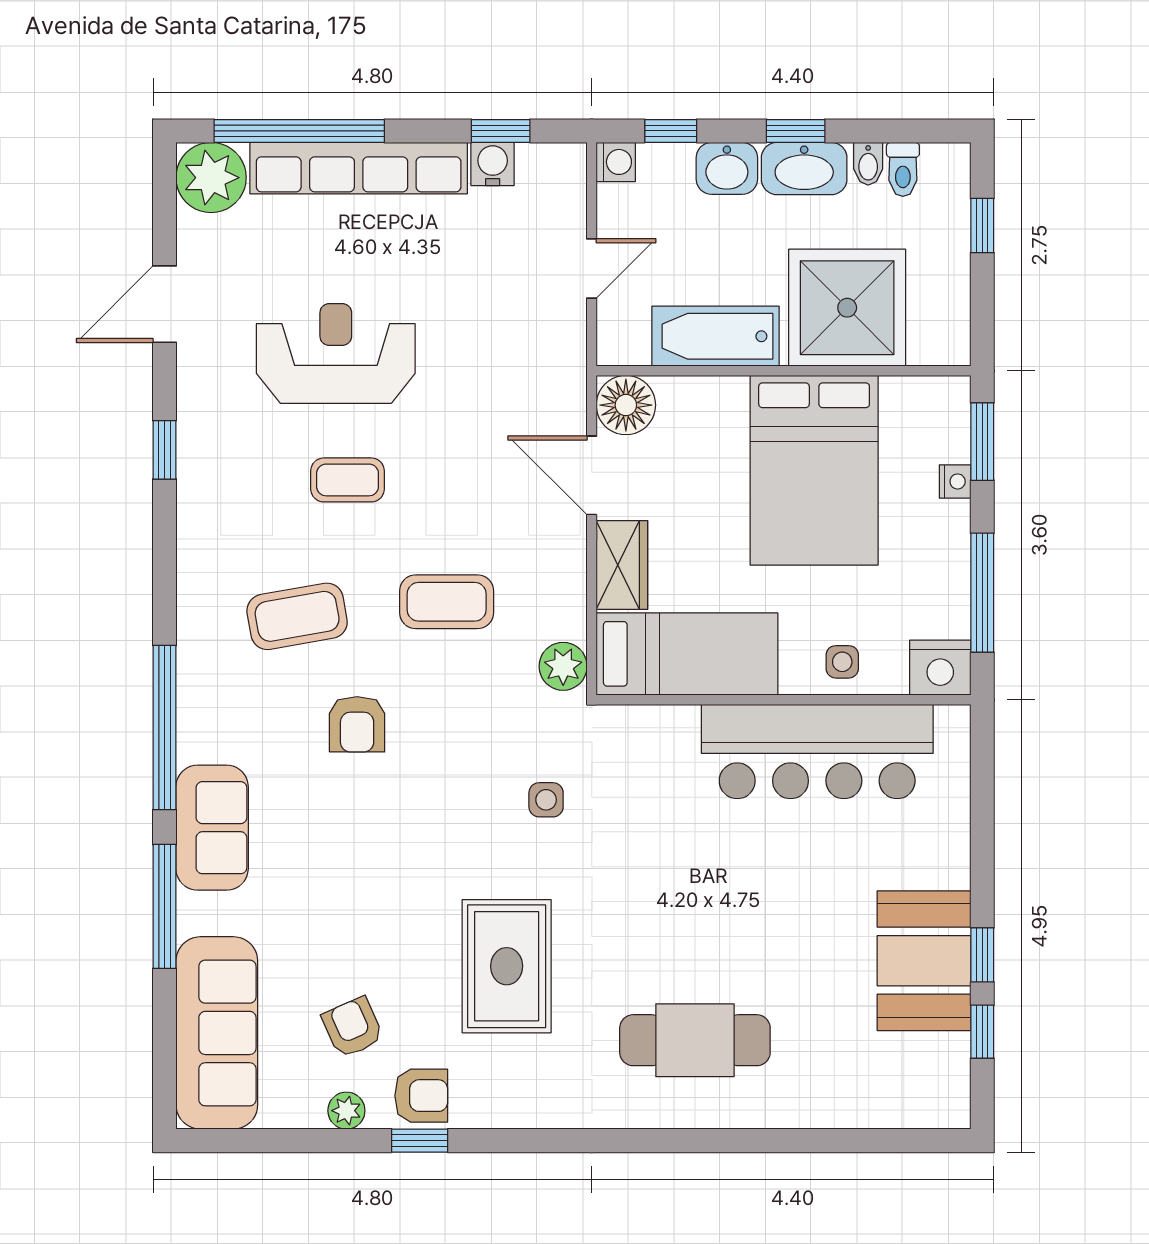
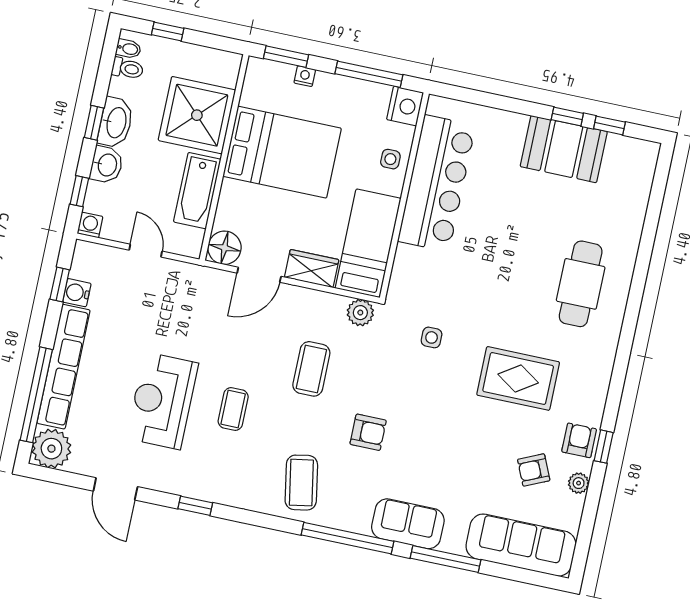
bidet: (868, 164) -> (129, 49), moved
coffee table: (297, 616) -> (301, 483), moved

